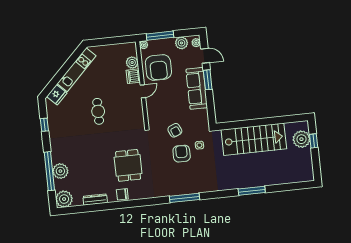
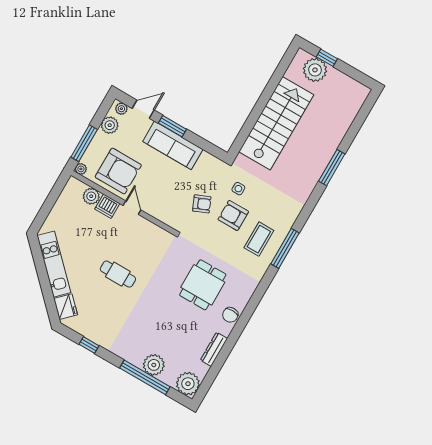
dining table: (128, 165) -> (203, 285), turned 90
coffee table: (179, 179) -> (259, 239), added

